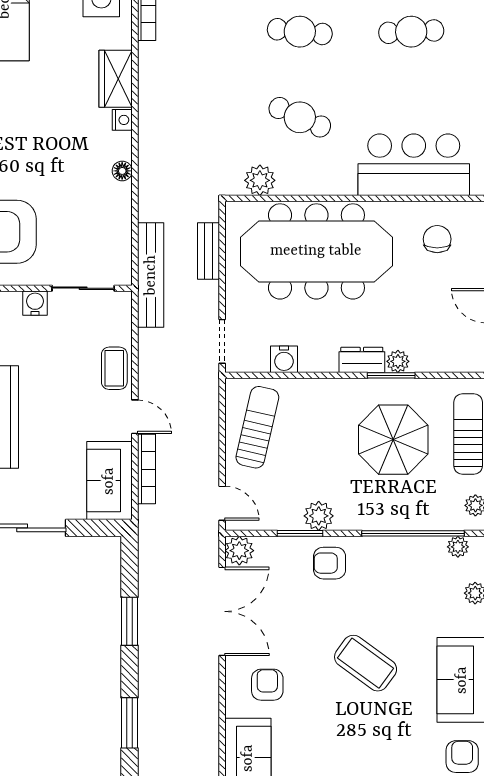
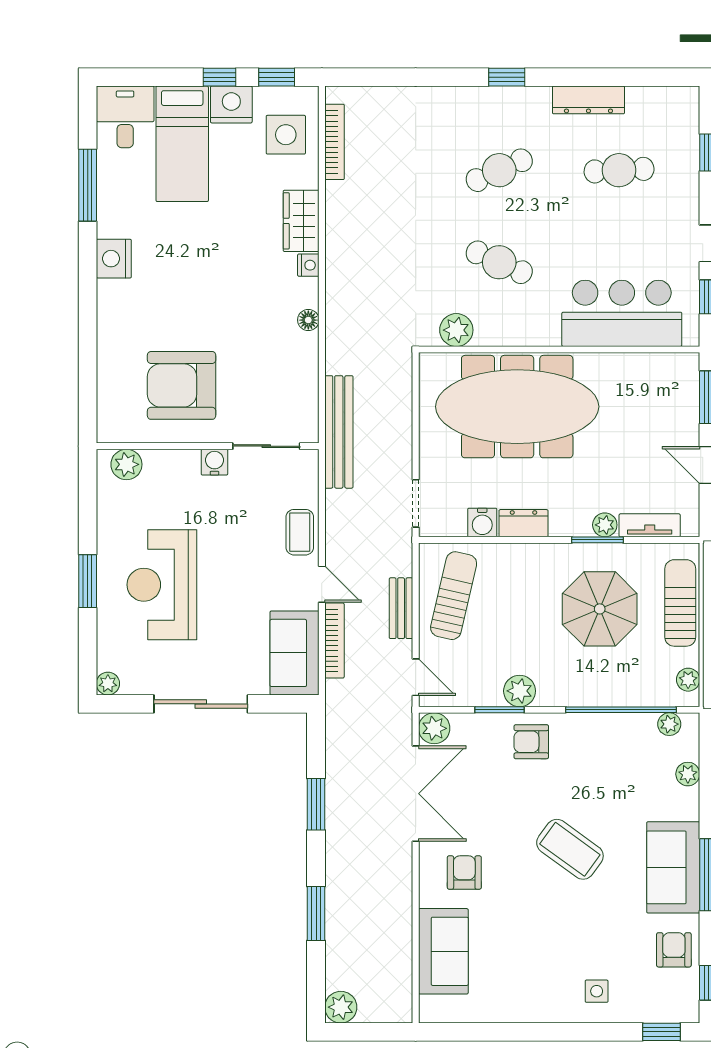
cafe table: (300, 32) -> (499, 170), turned -30
chair: (437, 239) -> (647, 393), removed
bench: (208, 251) -> (401, 608), moved
dresser: (362, 360) -> (523, 523), moved
tv unit: (440, 362) -> (650, 525), added

